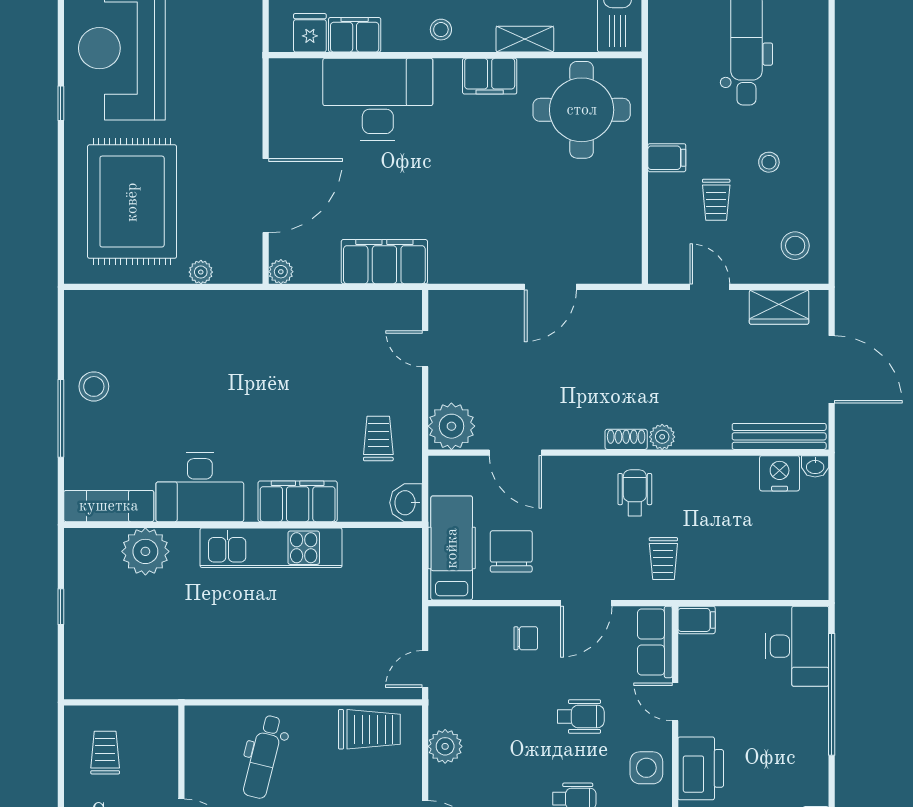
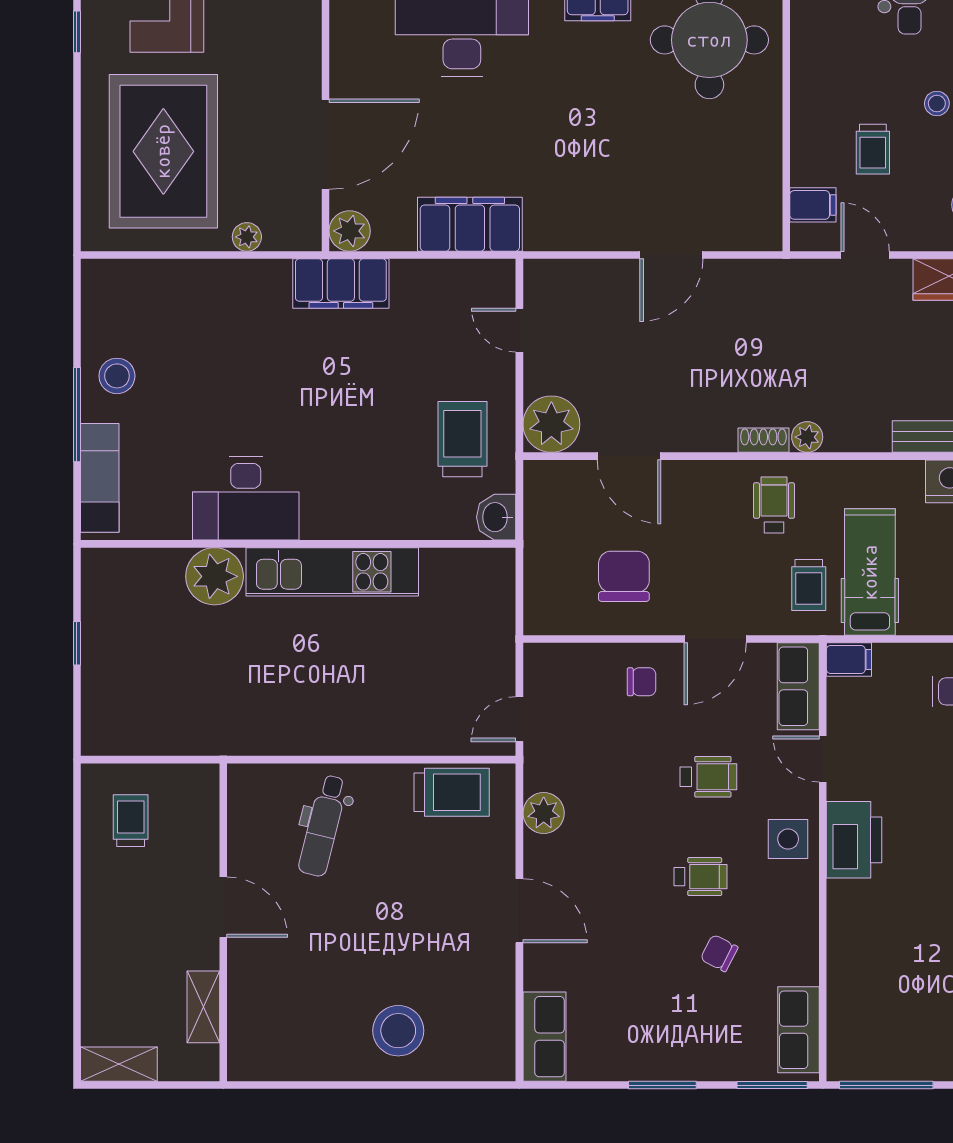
filing cabinet: (667, 158) -> (813, 205), moved
plant: (281, 272) -> (350, 231), width x1.38, depth x1.38
trolley: (378, 439) -> (462, 439), width x1.36, depth x1.39
filing cabinet: (298, 501) -> (341, 284), moved, turned 180
exam couch: (109, 506) -> (100, 478), moved, turned 90
hospital bed: (452, 548) -> (870, 572), moved
plant: (145, 551) -> (215, 576), moved

